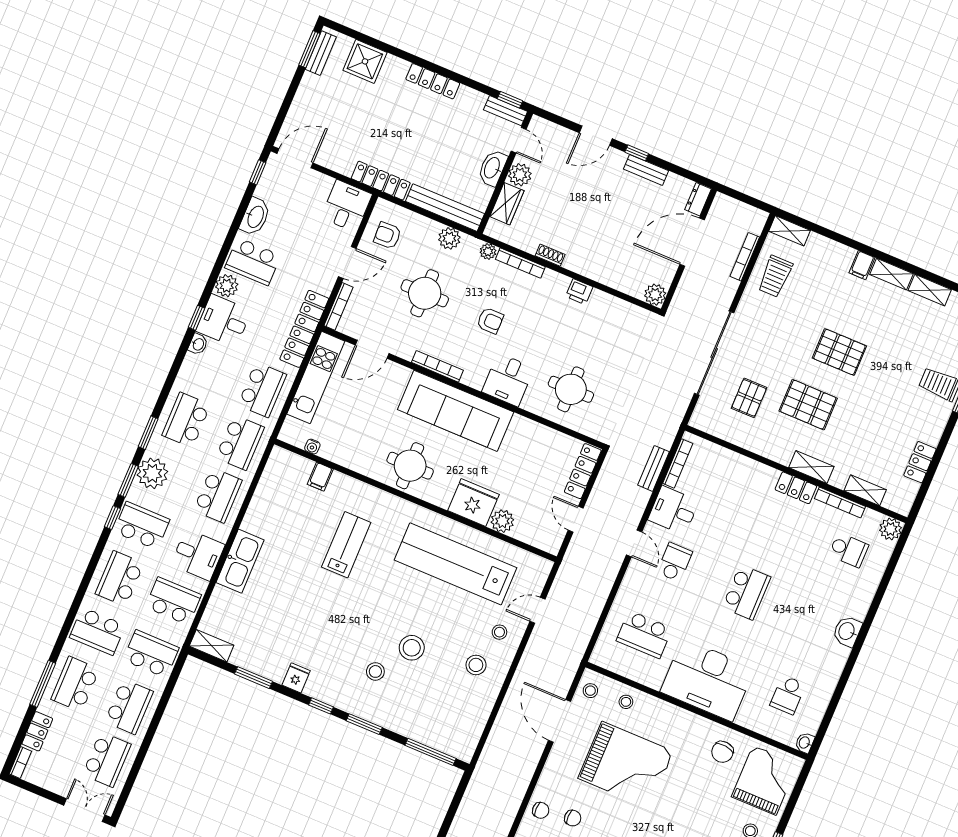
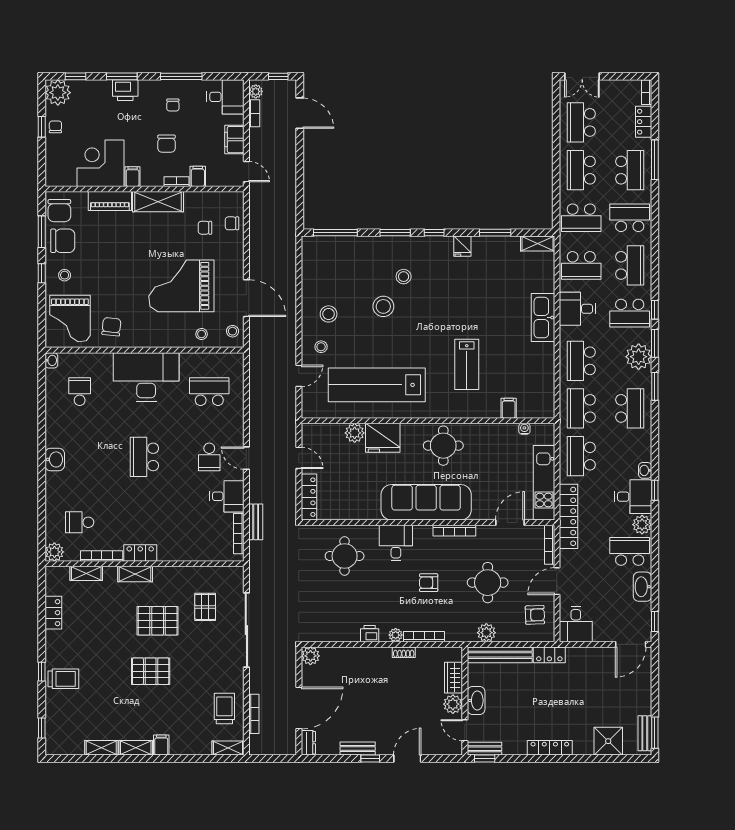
locker: (381, 181) -> (549, 655), width x0.66
plant: (488, 251) -> (396, 635), moved
lab bench: (455, 564) -> (377, 385), turned 180

